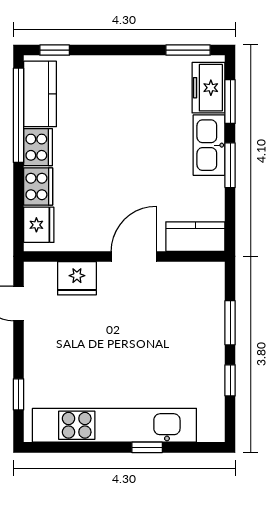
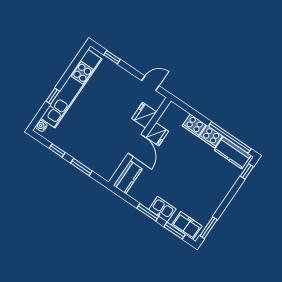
kitchen sink: (209, 145) -> (162, 209), width x0.73
fridge: (39, 225) -> (157, 134), moved, turned -90
water cooler: (208, 433) -> (41, 126), added

